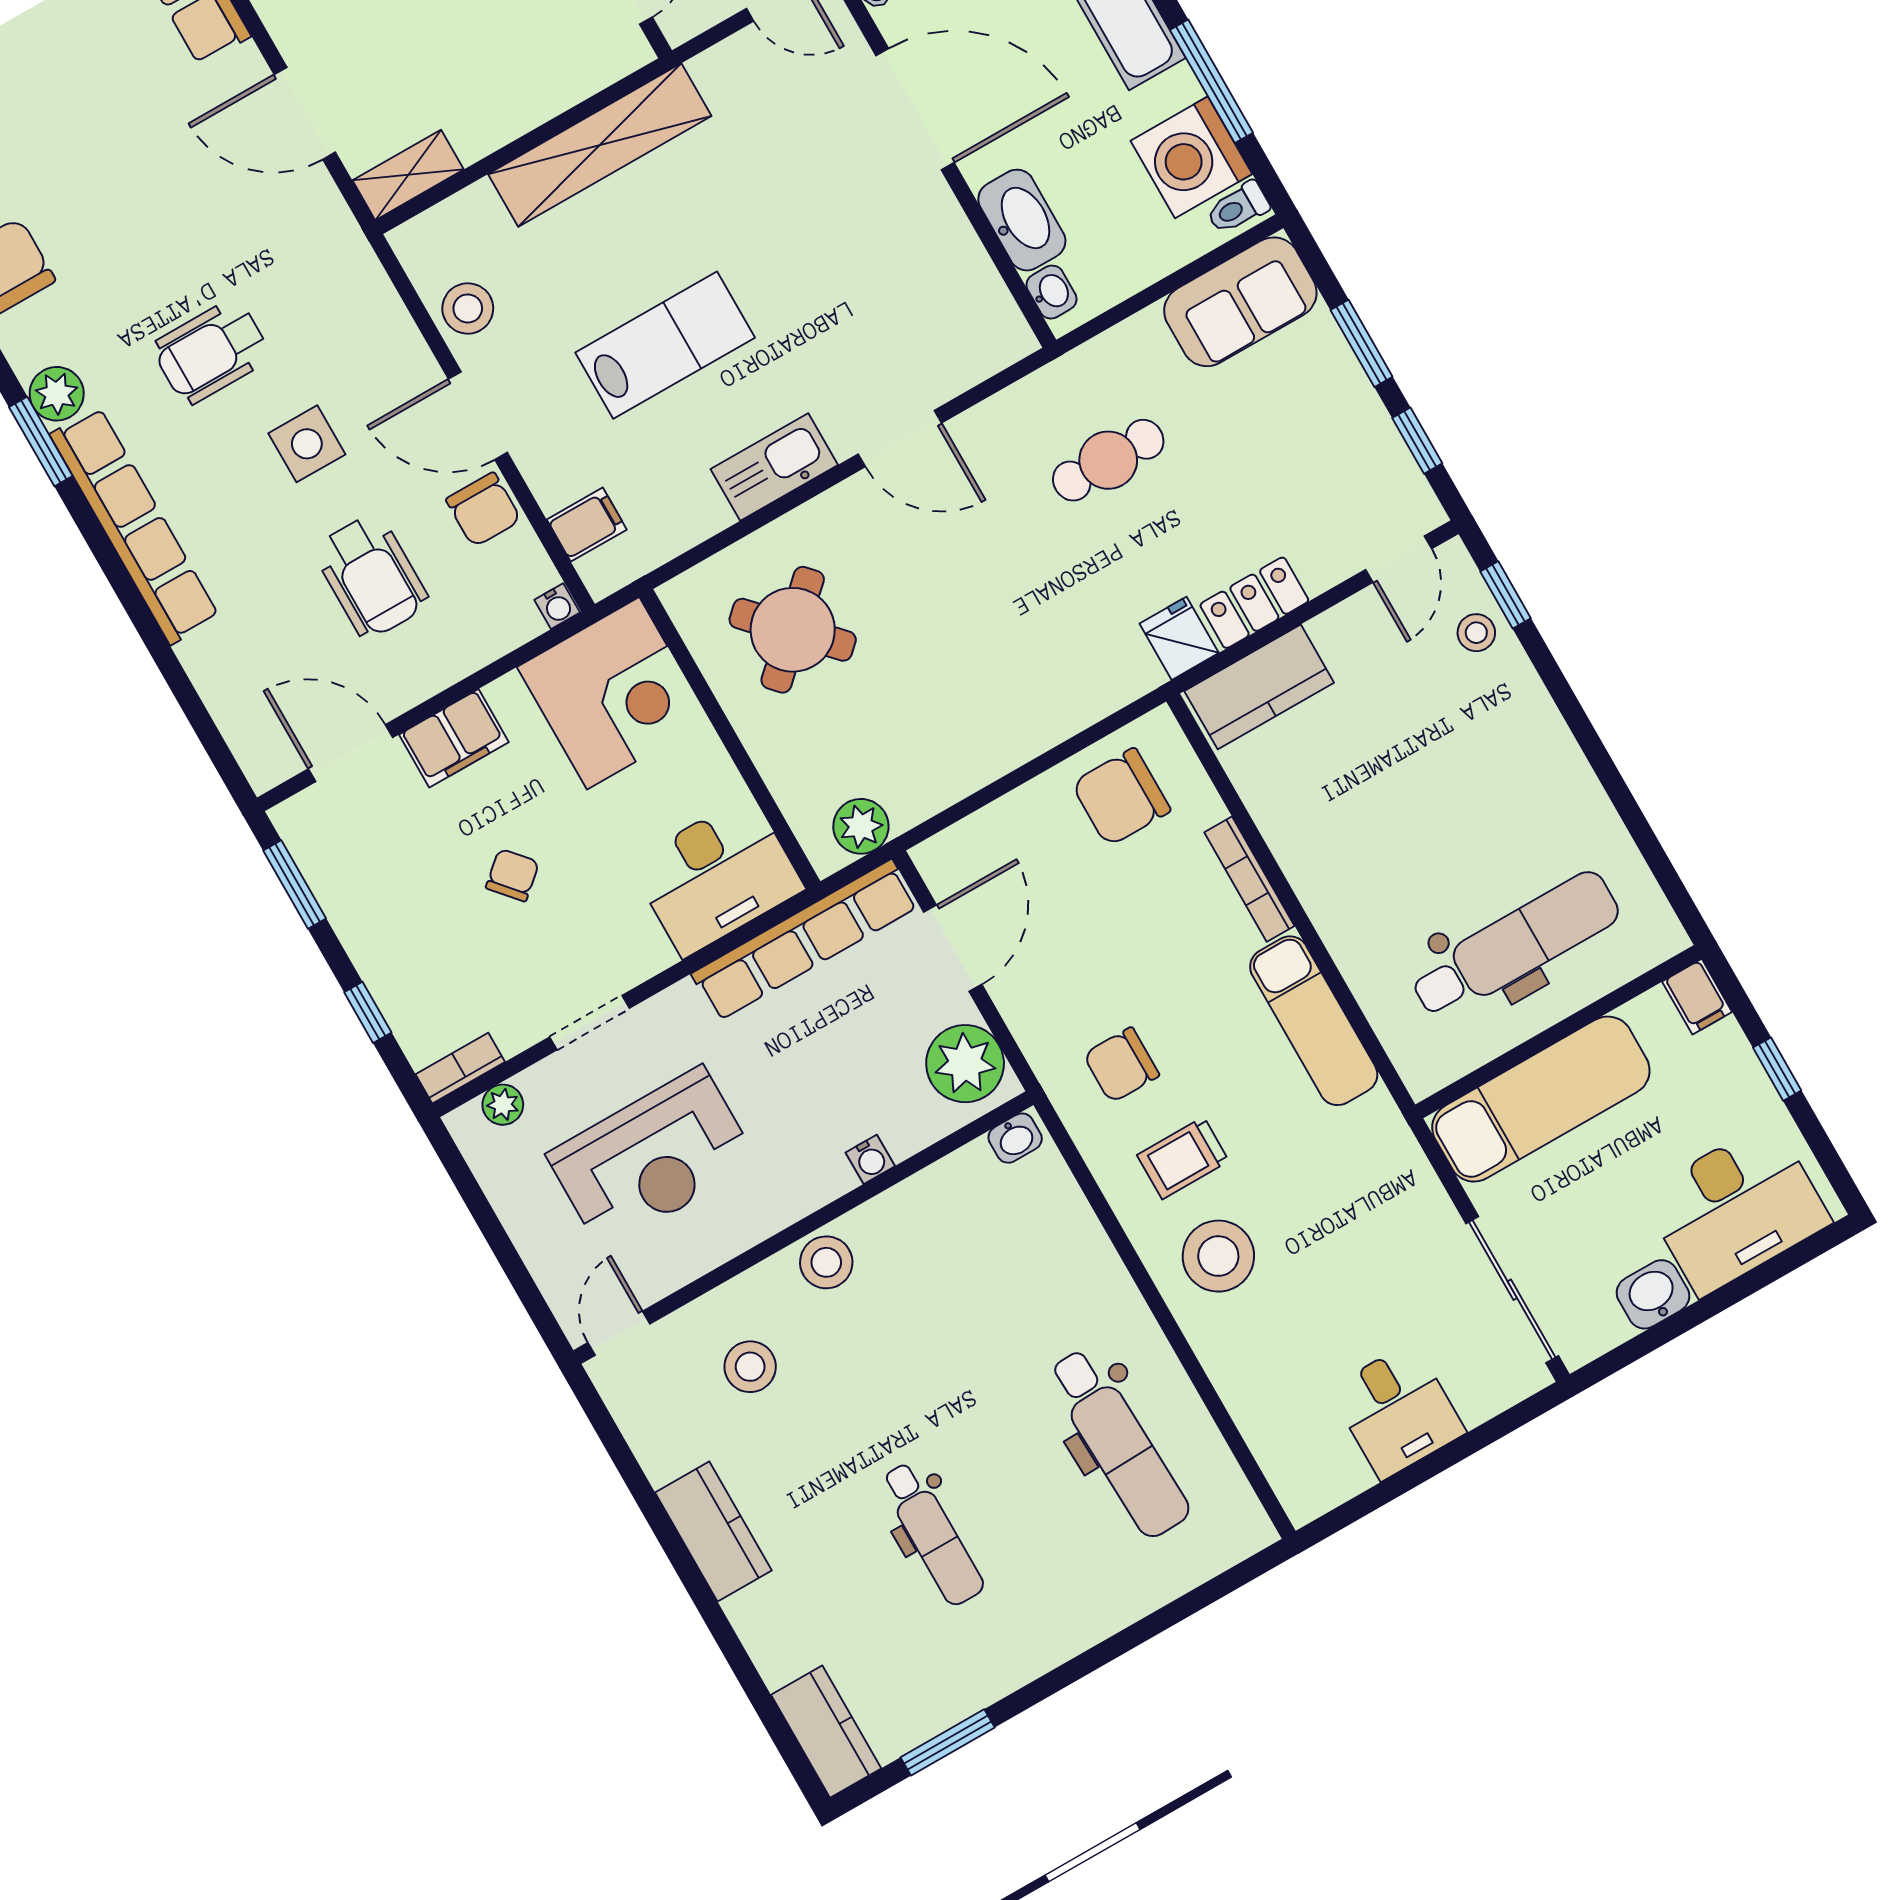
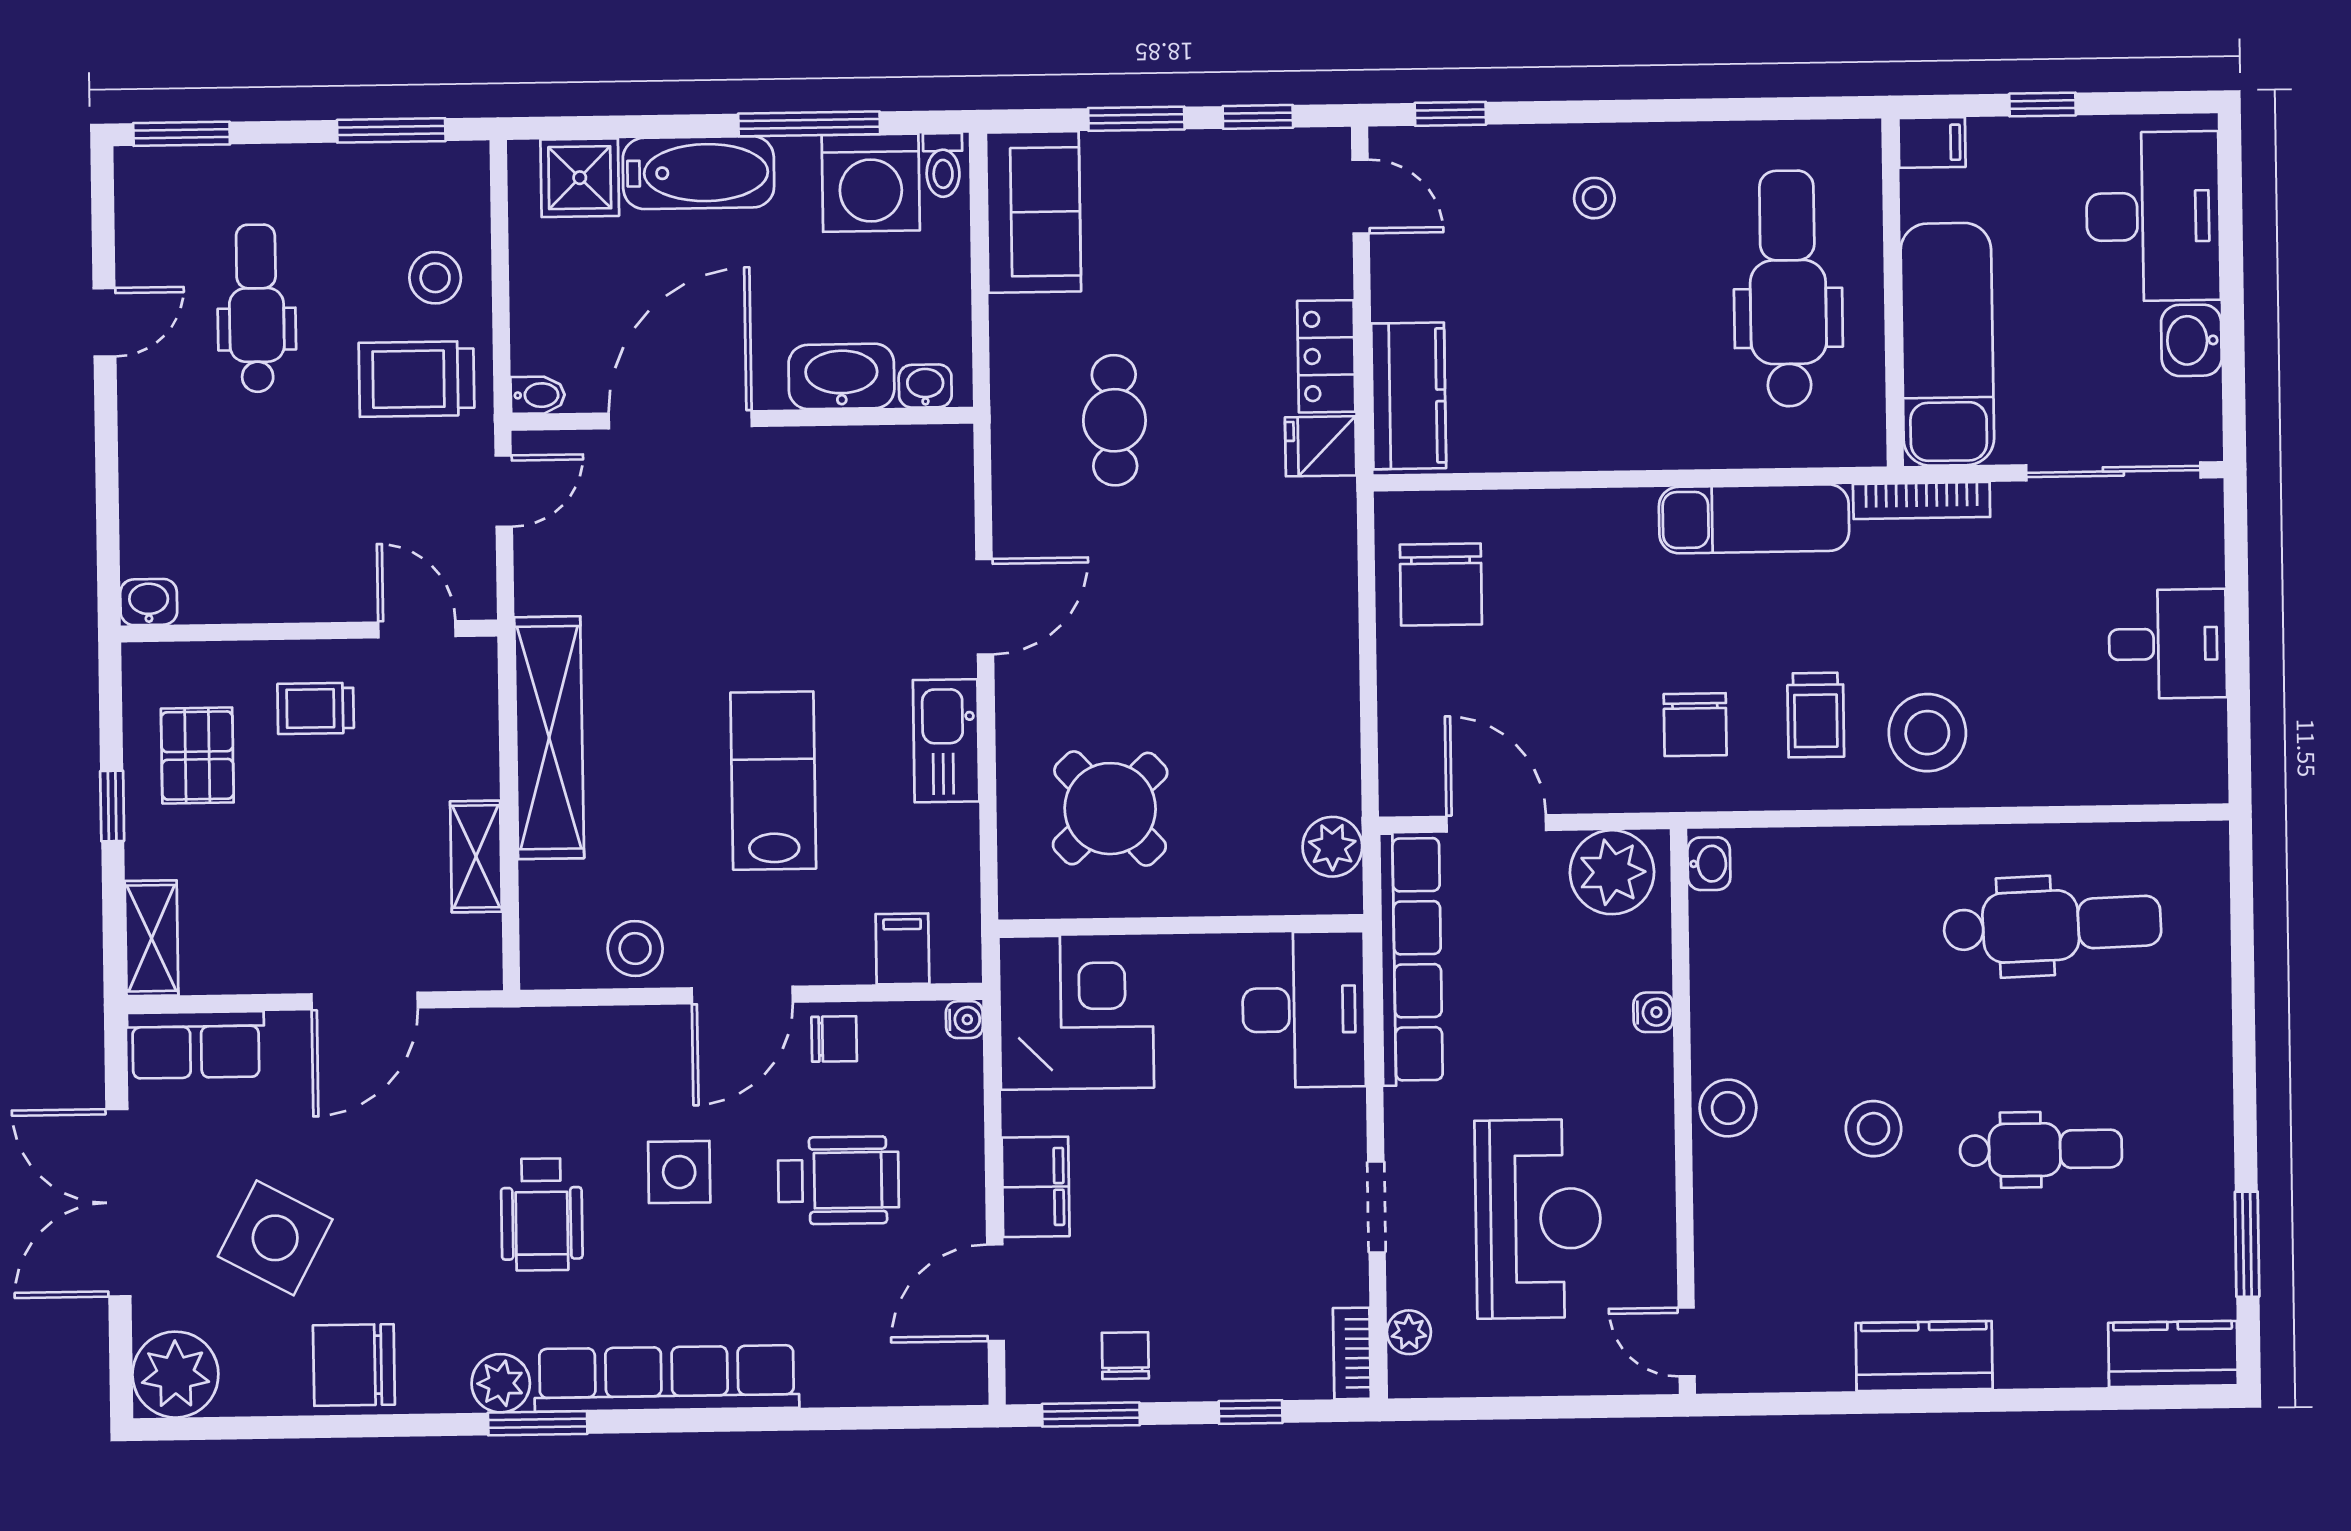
side table: (73, 147) -> (275, 1238), added
shelving: (408, 175) -> (476, 857), moved
chair: (483, 510) -> (834, 1039), width x0.73, depth x0.73
stool: (1476, 633) -> (1594, 198), moved
chair: (512, 875) -> (1125, 1356), moved, turned 41
bookcase: (1249, 879) -> (1922, 500), moved
stool: (750, 1367) -> (1873, 1129), moved

